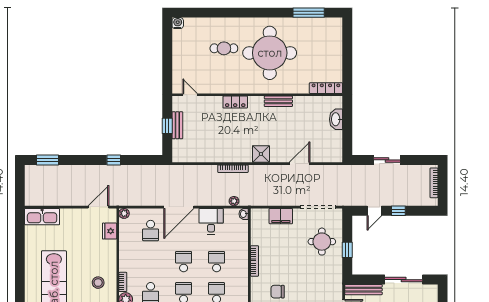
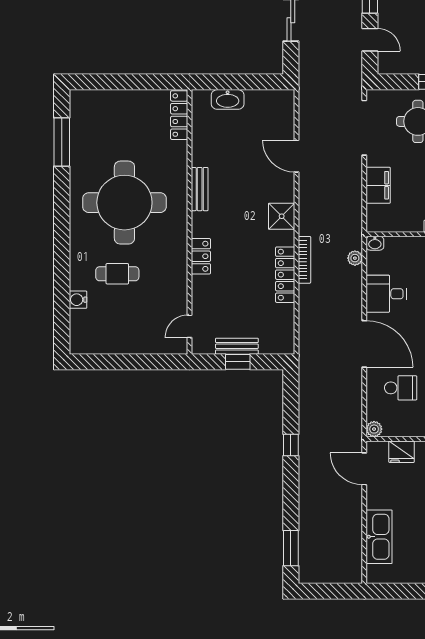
water cooler: (178, 23) -> (78, 300), moved
cafe table: (224, 48) -> (117, 274), turned 90
locker: (223, 156) -> (285, 275), added
kitchen sink: (42, 217) -> (379, 537), moved

